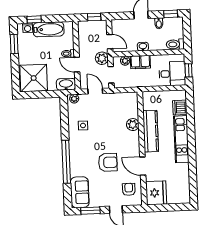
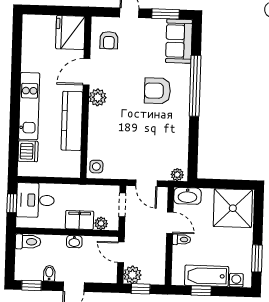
window: (34, 19) -> (201, 291), moved
plant: (102, 58) -> (132, 275), moved
side table: (83, 125) -> (96, 167), moved
plant: (133, 125) -> (98, 97), moved
armchair: (108, 162) -> (158, 91), moved
door: (143, 166) -> (86, 72), swing flipped

